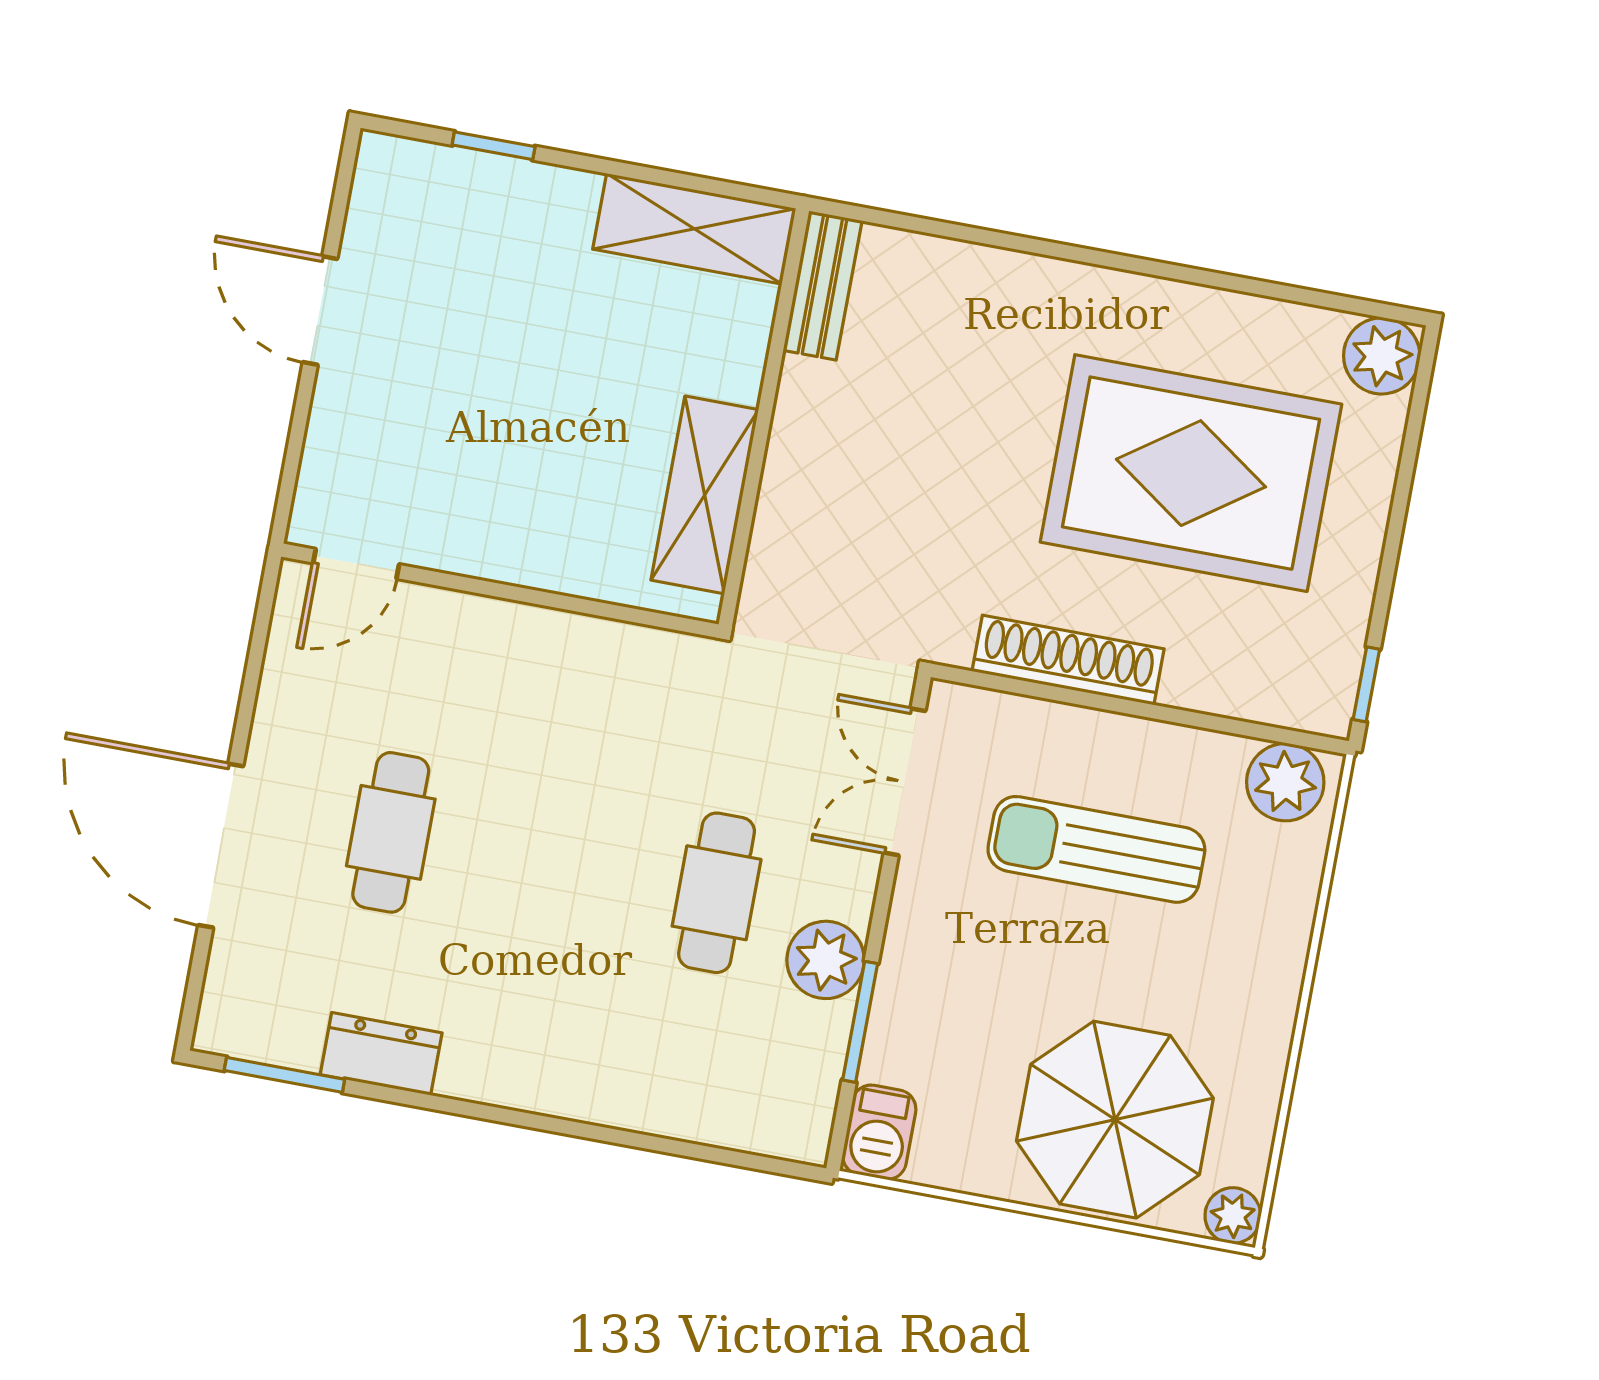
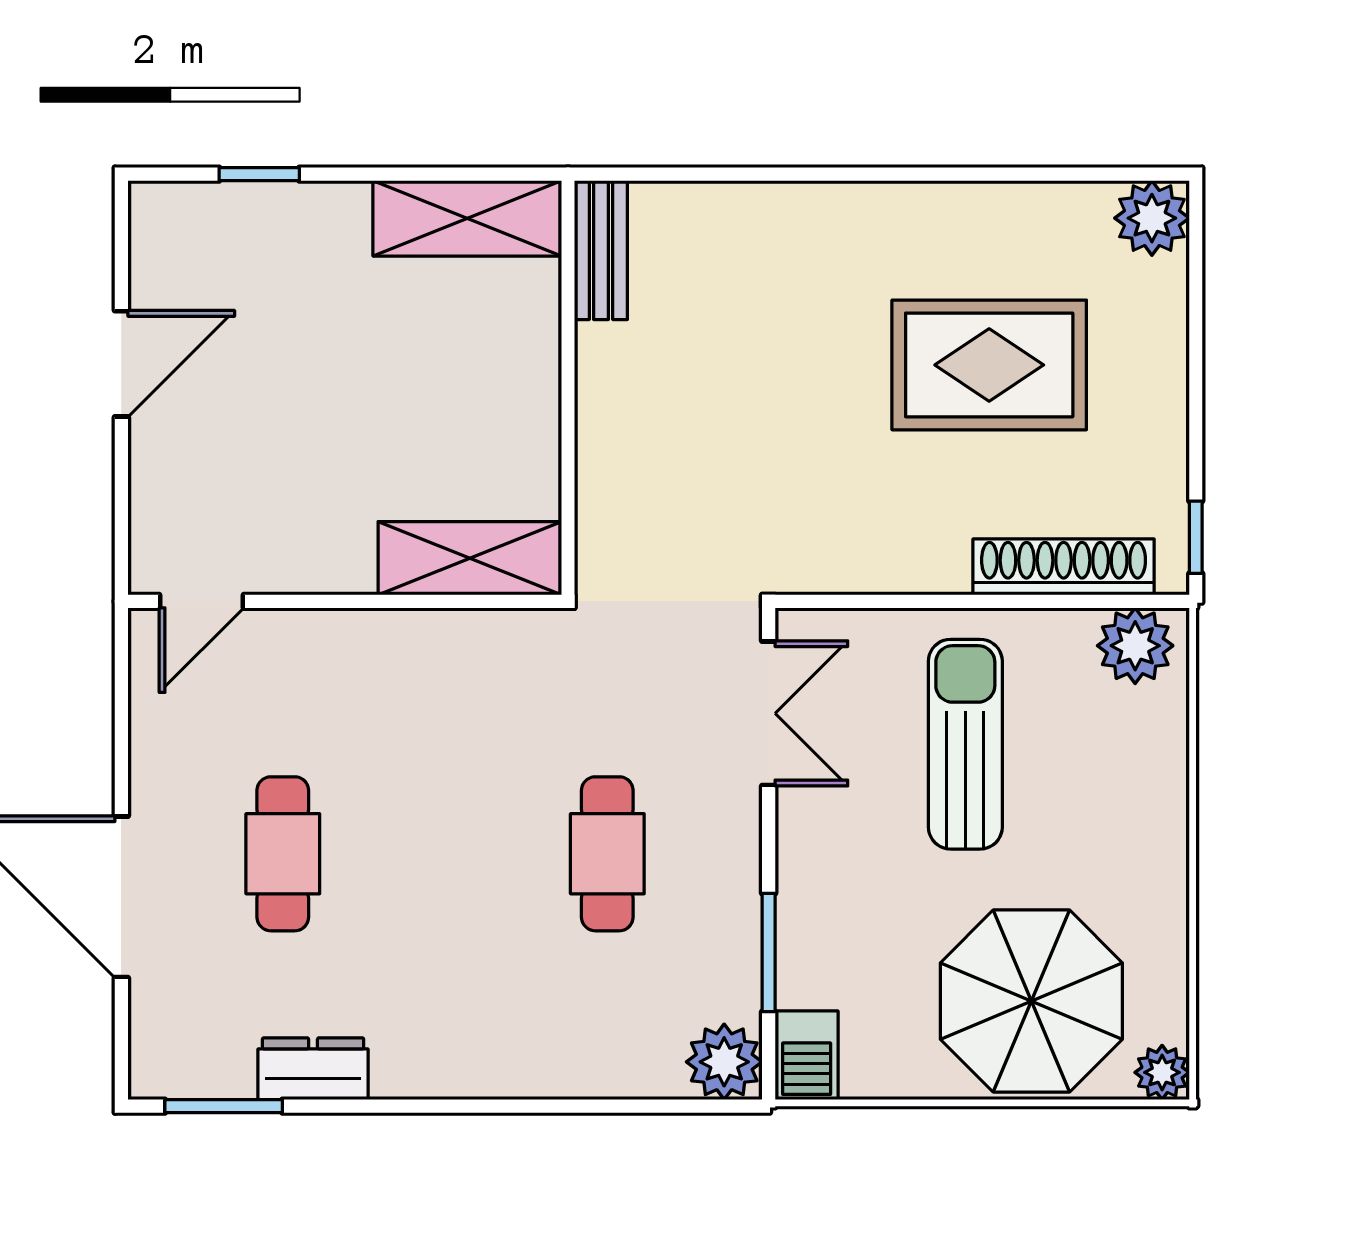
door: (320, 310) -> (121, 364), swing flipped
rug: (1191, 473) -> (989, 365), width x0.73, depth x0.69
shelving: (705, 495) -> (470, 558), moved, turned 90
shoe rack: (1068, 660) -> (1064, 567), moved
double door: (905, 782) -> (769, 713), swing flipped
sun lounger: (1096, 849) -> (965, 744), turned 90
plant: (826, 960) -> (724, 1062), moved

